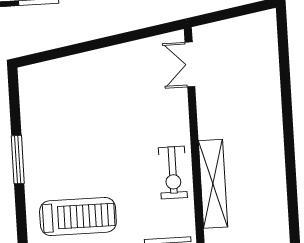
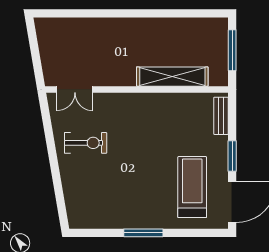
exercise bike: (173, 173) -> (86, 143), moved

